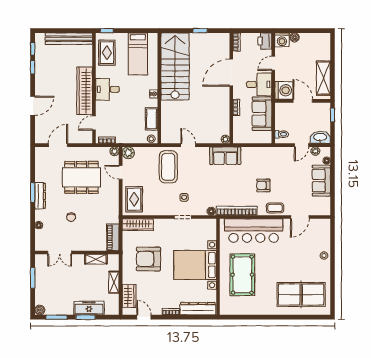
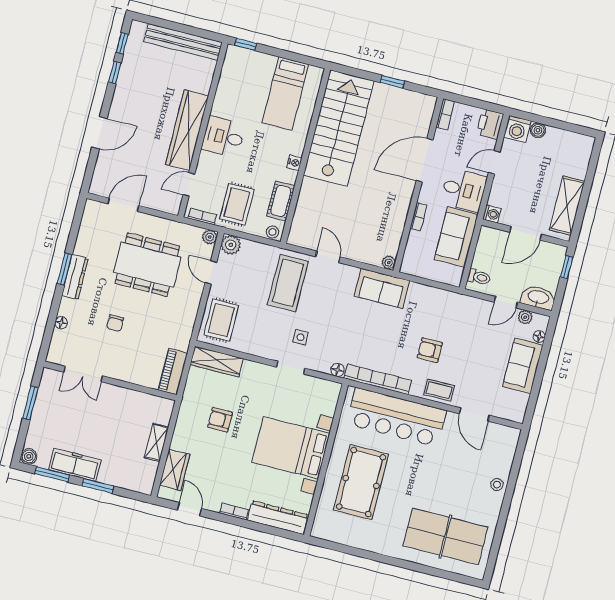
rug: (107, 53) -> (237, 204), moved
washing machine: (284, 90) -> (492, 214), width x0.53, depth x0.53
door: (303, 101) -> (526, 233), swing flipped
door: (300, 217) -> (474, 414), hinge flipped
shelving: (96, 259) -> (137, 399), removed
armchair: (148, 259) -> (220, 420), width x0.53, depth x0.53
freezer: (89, 308) -> (75, 465), moved

